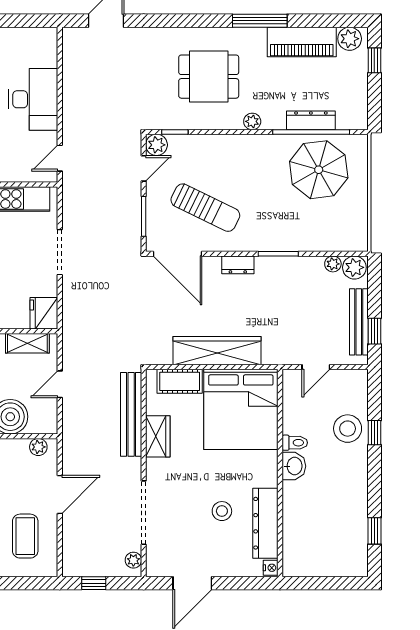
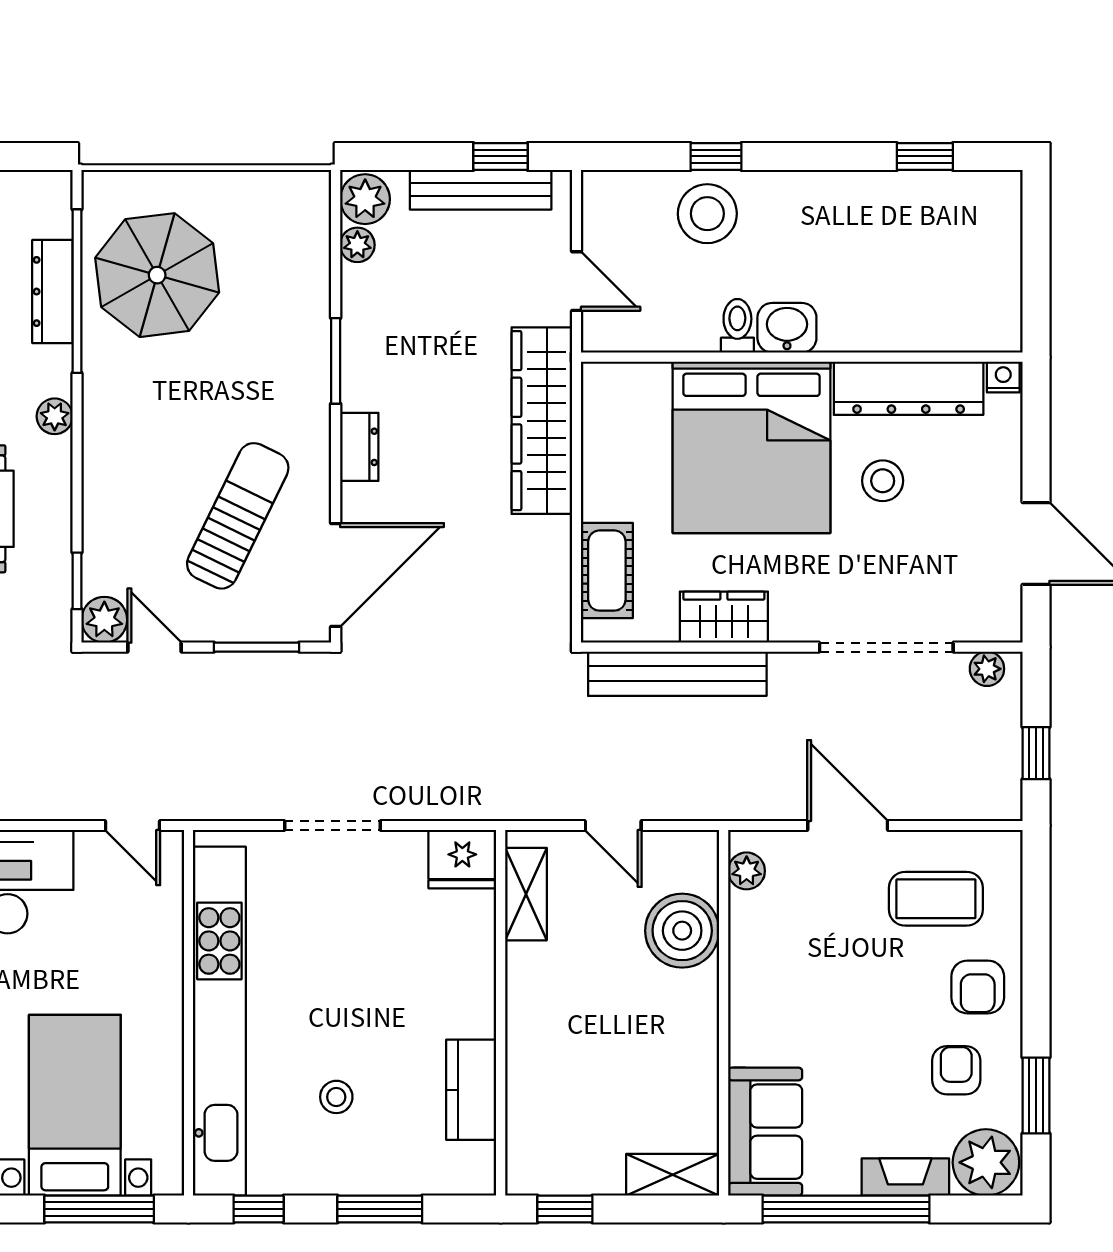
wardrobe: (217, 351) -> (542, 421), moved
bed: (241, 409) -> (751, 447), moved, turned 90

